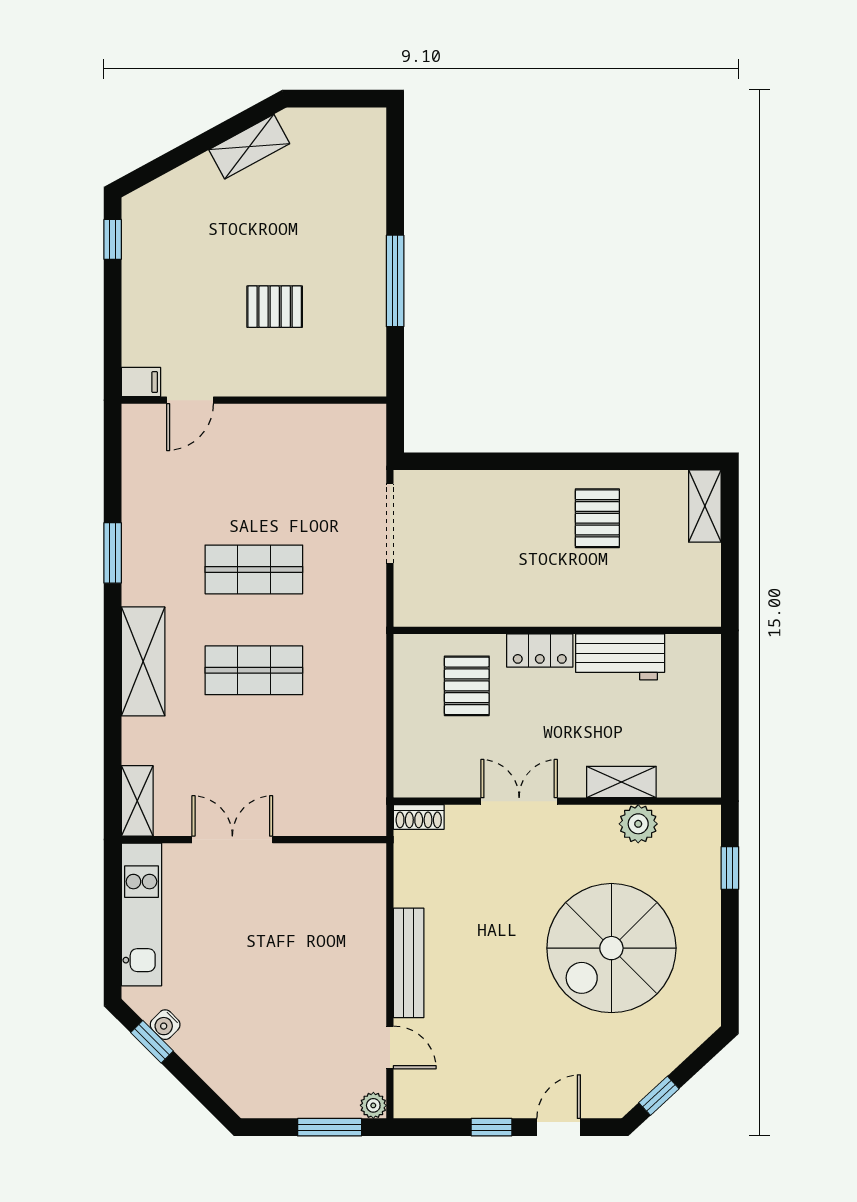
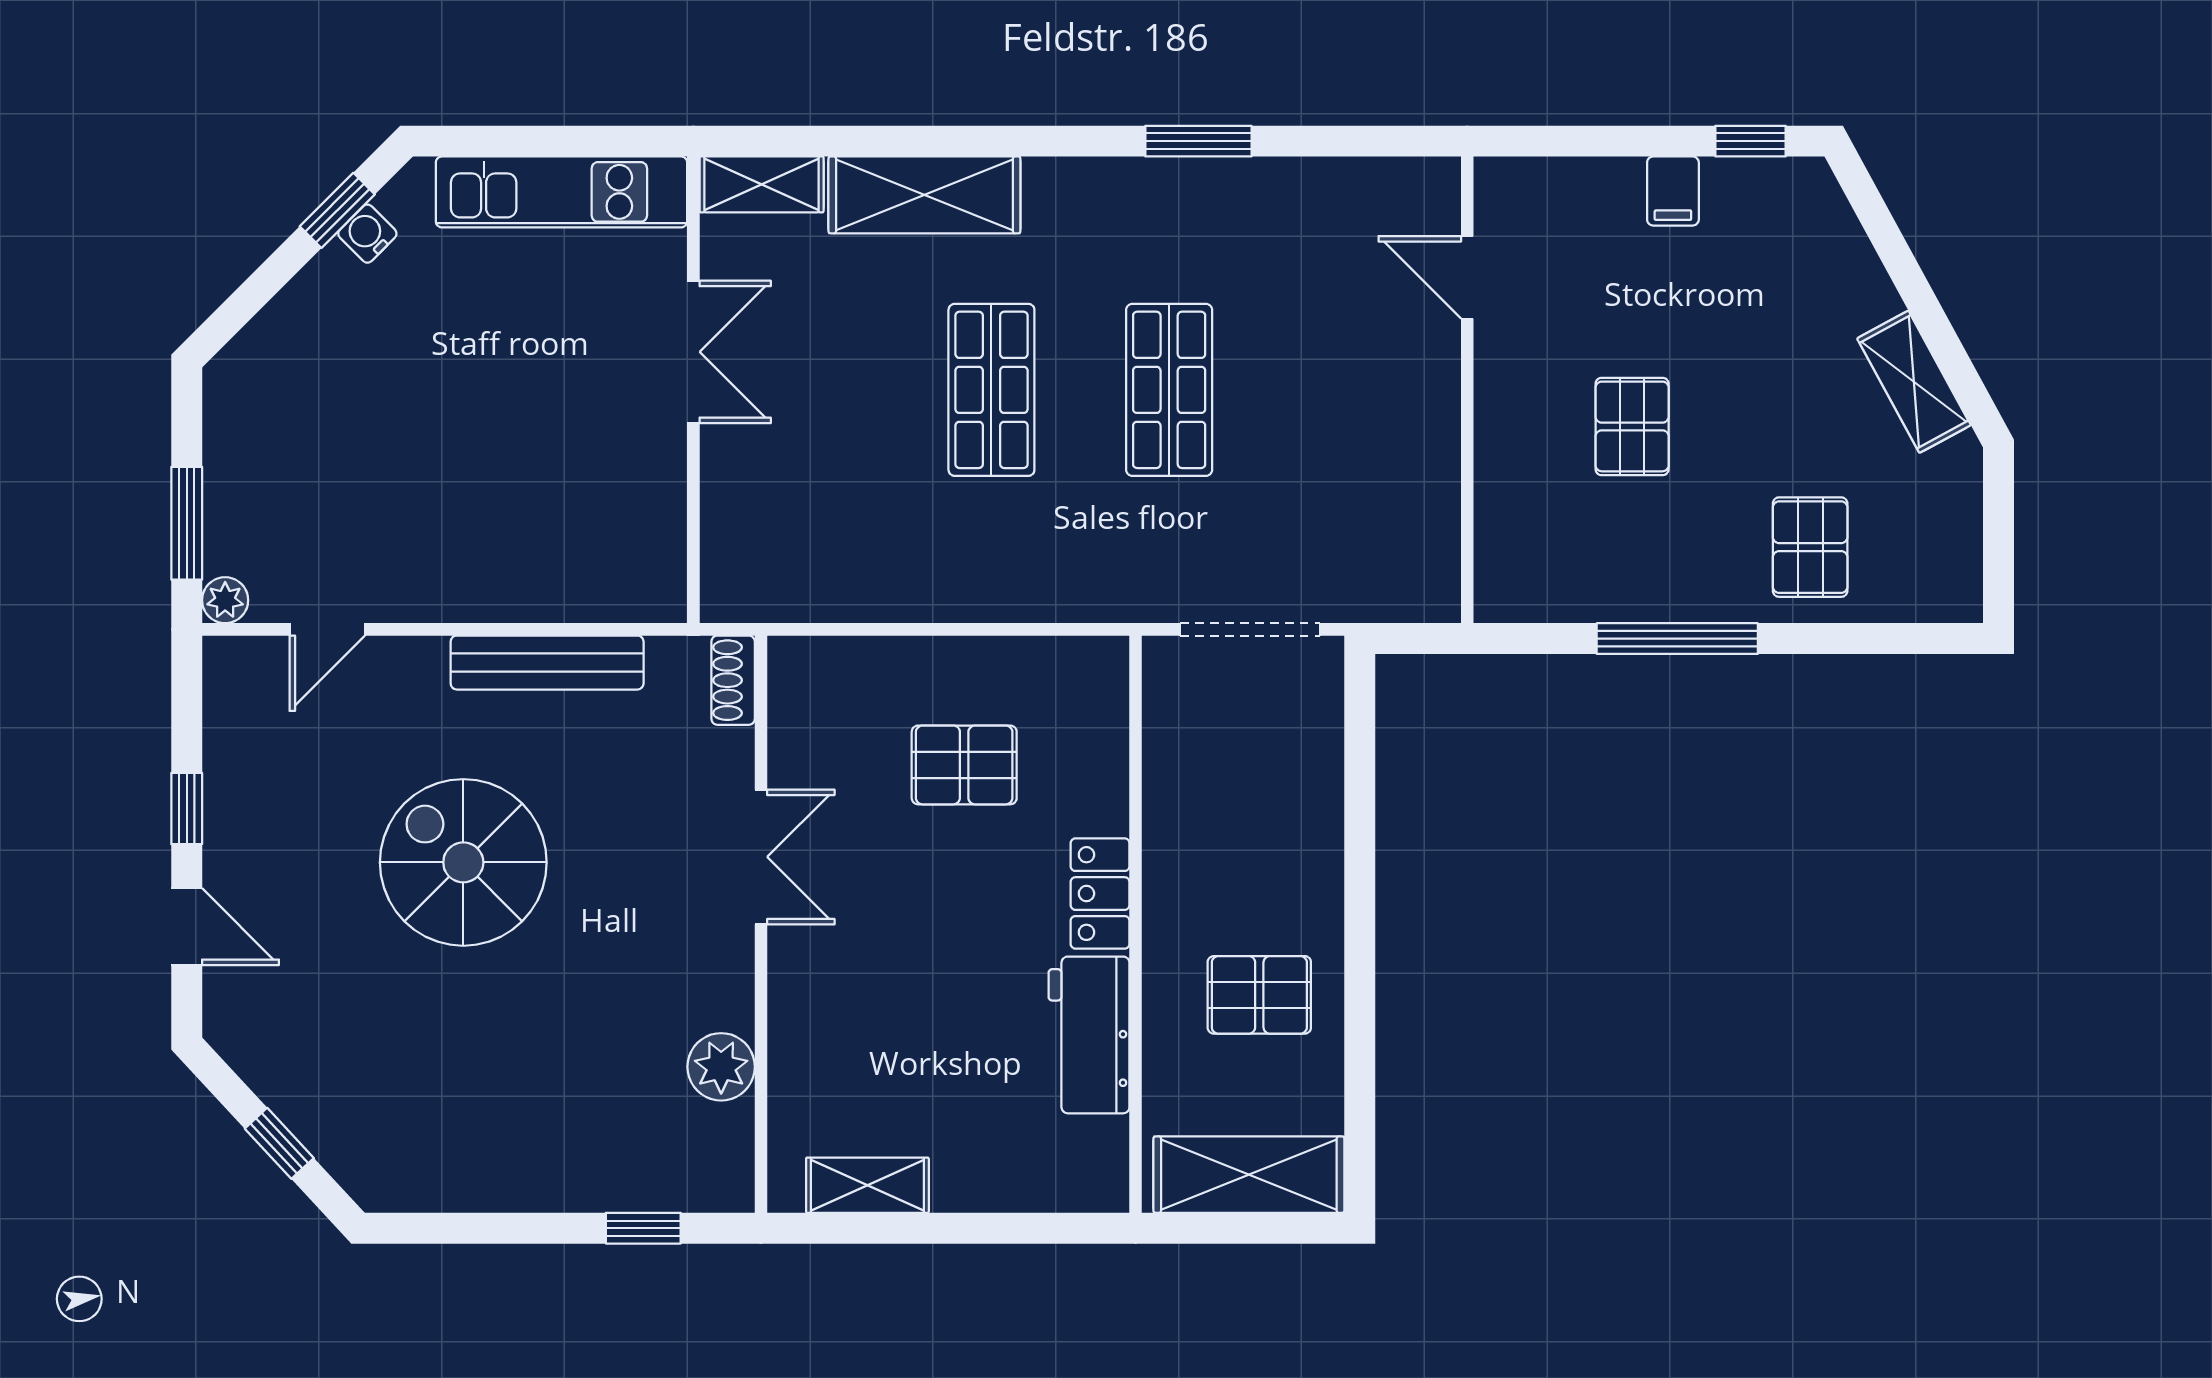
pallet: (343, 206) -> (1810, 547), added
filing cabinet: (141, 382) -> (1673, 191), moved
shelving: (705, 506) -> (1249, 1175), width x1.50, depth x1.33
wall: (557, 630) -> (1136, 924), moved
locker: (540, 651) -> (1100, 894), moved
workbench: (620, 657) -> (1089, 1035), moved
shelving: (143, 661) -> (924, 195), moved
shelving: (621, 782) -> (867, 1185), moved, turned 90
spiral stairs: (611, 948) -> (463, 862), moved, width x0.73, depth x0.73
bench: (409, 963) -> (547, 663), moved
window: (659, 1096) -> (279, 1143), moved

